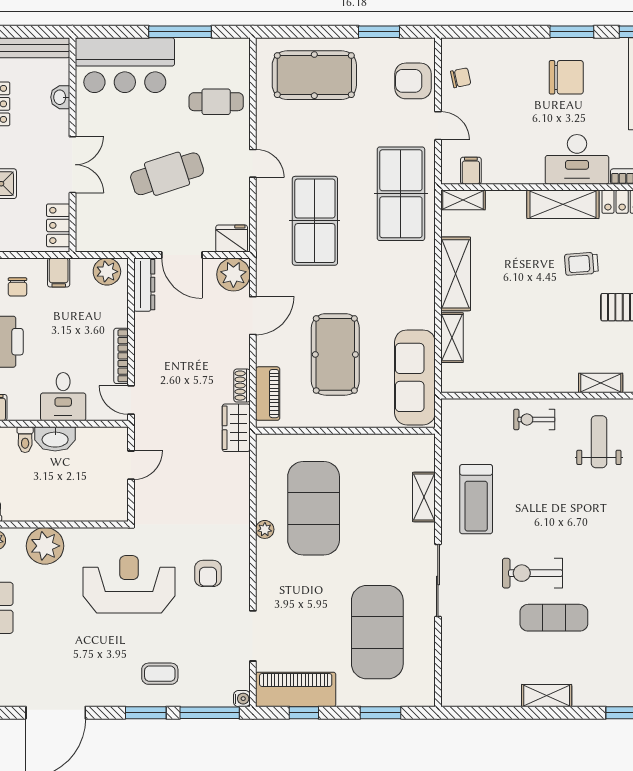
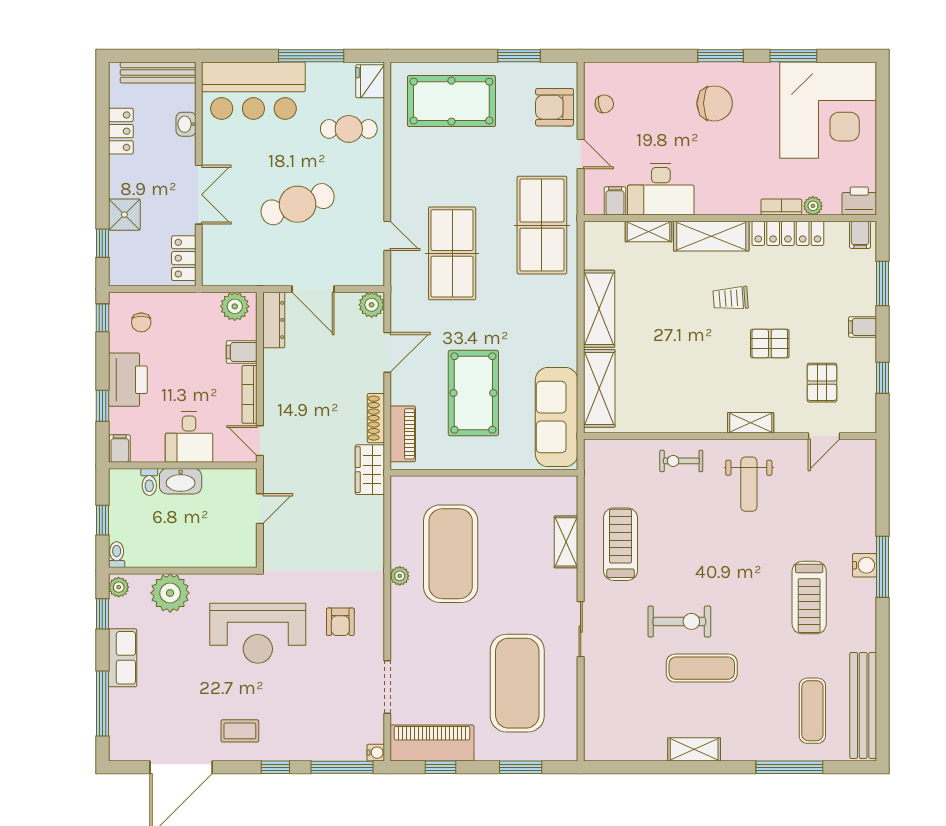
desk: (577, 159) -> (661, 189), moved
door: (253, 163) -> (387, 236), moved
shelving: (463, 200) -> (648, 232), moved
fridge: (232, 239) -> (370, 81), moved, turned -90
filing cabinet: (59, 272) -> (242, 352), moved, turned 90
plant: (233, 274) -> (372, 305), width x0.73, depth x0.73
shelving: (452, 338) -> (599, 388), width x1.50, depth x1.33
shoe rack: (242, 386) -> (376, 418), width x1.43
weight bench: (599, 442) -> (749, 484), turned 180
treadmill: (476, 499) -> (621, 544), turned 180
exercise bike: (533, 573) -> (679, 621), turned 180
sliding door: (438, 580) -> (581, 629), width x0.73
reception desk: (129, 584) -> (258, 633), turned 180
coffee table: (160, 674) -> (240, 731), moved
window: (146, 713) -> (275, 767), width x0.67

